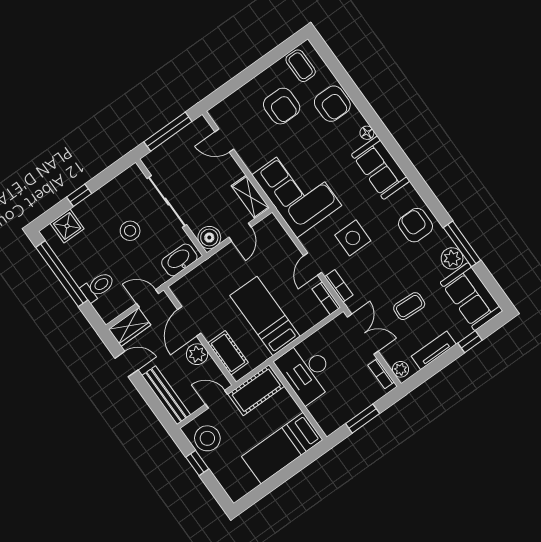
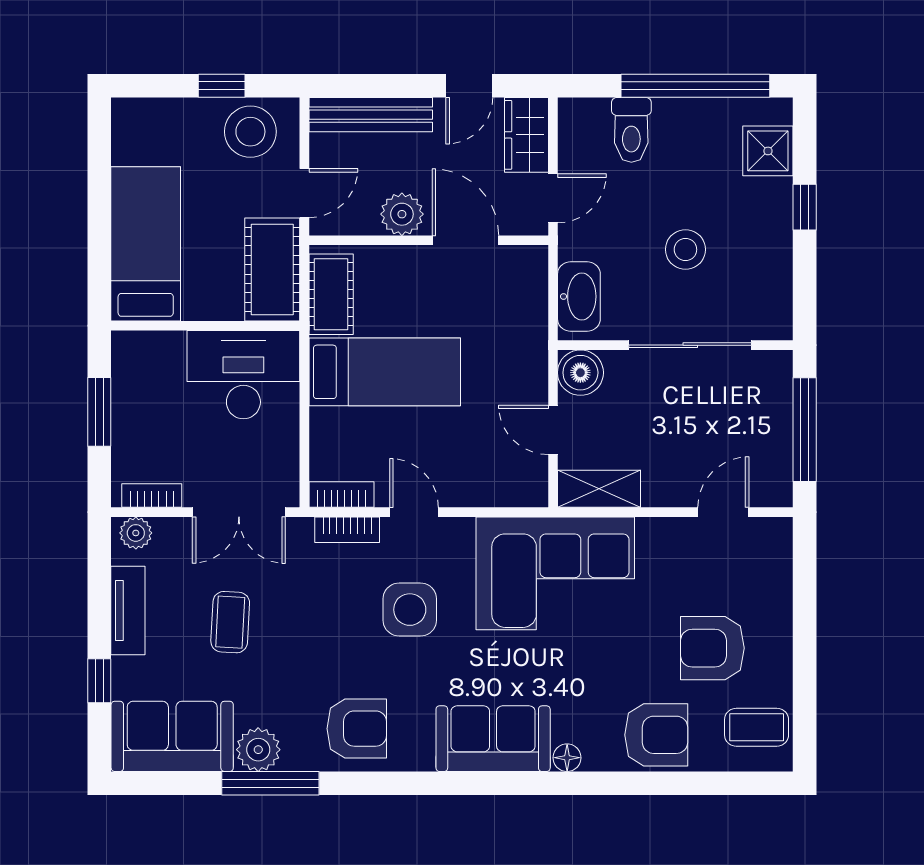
armchair: (332, 104) -> (656, 735), turned 180
cot: (228, 353) -> (331, 294), moved, turned 90

